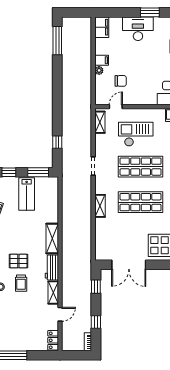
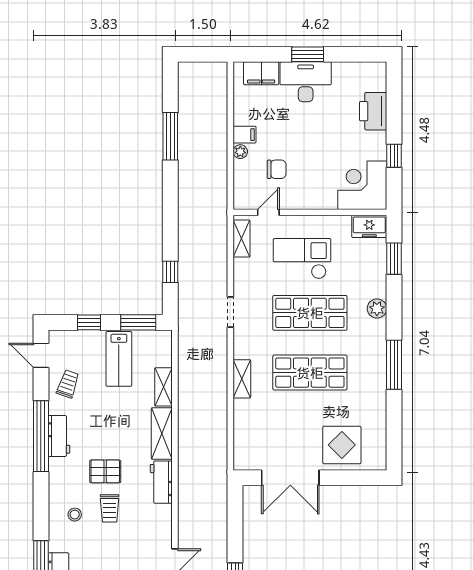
window: (150, 12) -> (308, 54), moved
filing cabinet: (102, 27) -> (261, 73), moved, turned 90
window: (57, 41) -> (170, 136), moved
window: (96, 287) -> (235, 514), removed
shelving: (53, 293) -> (164, 387), moved

